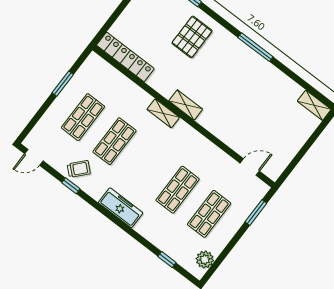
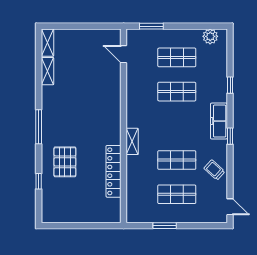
pallet: (192, 37) -> (65, 162), turned 90
window: (255, 47) -> (39, 127), moved
locker: (125, 57) -> (113, 171), moved
shelving: (186, 105) -> (48, 71), moved
window: (71, 186) -> (230, 136), moved
window: (167, 259) -> (230, 85), moved

